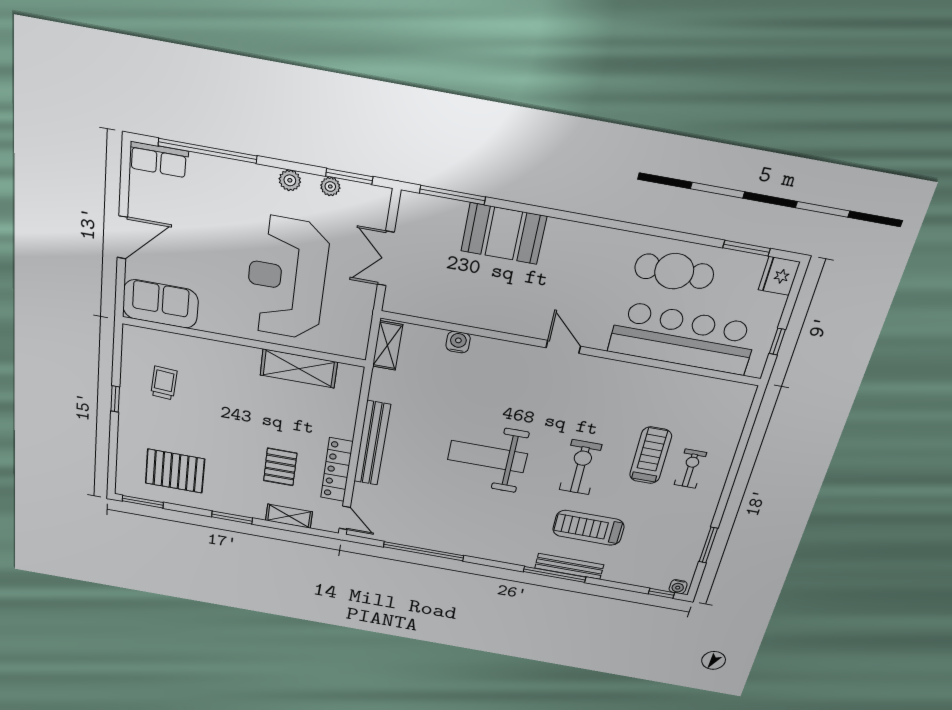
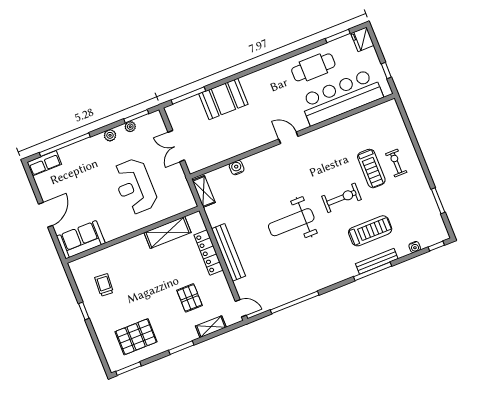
reception desk: (287, 278) -> (135, 186), width x0.74, depth x0.77
treadmill: (651, 455) -> (371, 168), turned 180
exercise bike: (580, 467) -> (342, 198), turned 90
locker: (337, 470) -> (209, 252), moved
treadmill: (588, 528) -> (370, 231), turned 180
water cooler: (678, 587) -> (415, 247), moved

